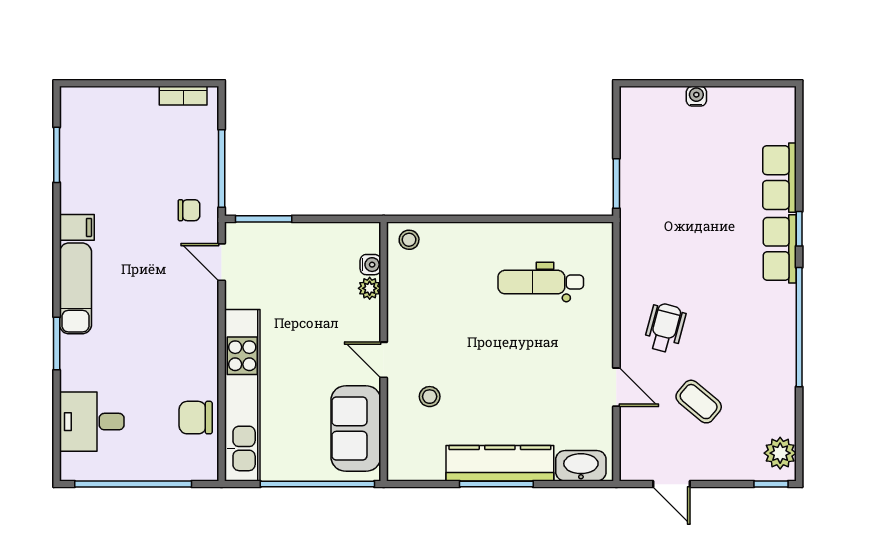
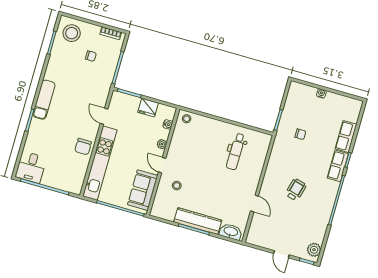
stool: (95, 121) -> (72, 33), added
chair: (675, 202) -> (300, 134), added
chair: (189, 210) -> (91, 56), moved
filing cabinet: (77, 227) -> (52, 75), removed
fridge: (315, 239) -> (148, 108), added
door: (222, 262) -> (104, 116), moved
dental chair: (541, 282) -> (236, 152), turned -90
plant: (370, 288) -> (162, 144), moved
wheelchair: (665, 328) -> (296, 190), moved
coffee table: (699, 402) -> (287, 219), removed
chair: (196, 418) -> (83, 147), moved, turned -90
desk: (92, 422) -> (31, 167), moved, turned -90
door: (671, 484) -> (281, 254), moved

